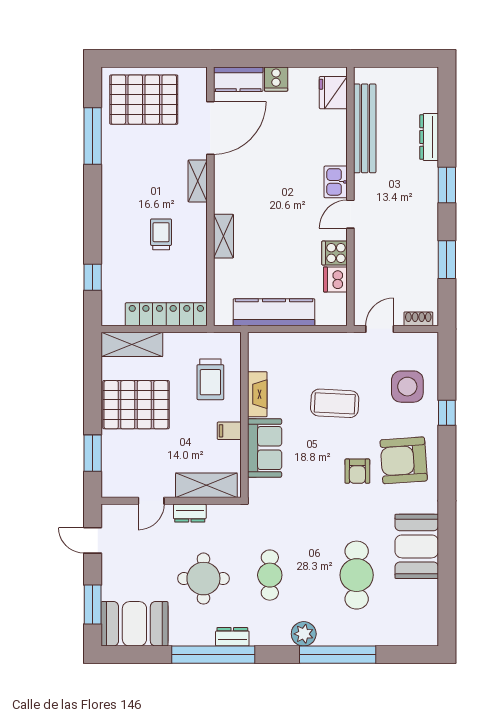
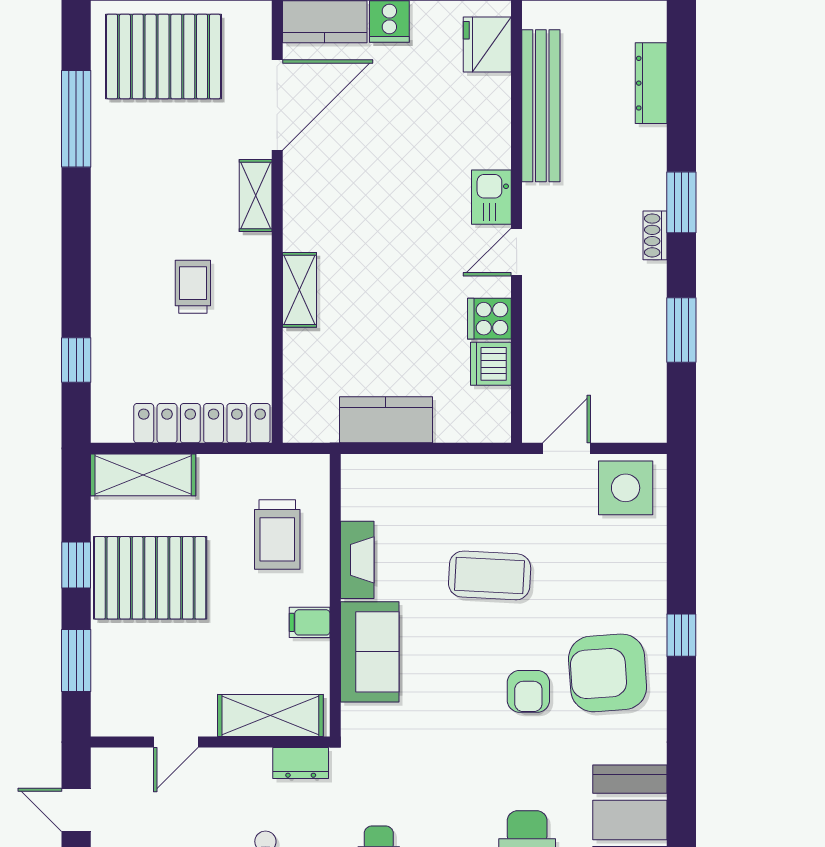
dresser: (429, 137) -> (651, 83), moved
kitchen counter: (274, 312) -> (386, 420), width x0.67
shoe rack: (418, 319) -> (655, 235), moved, turned -90
side table: (407, 387) -> (626, 488), moved
window: (93, 397) -> (76, 565), added
window: (447, 413) -> (681, 635), moved
dresser: (190, 513) -> (301, 763), moved

